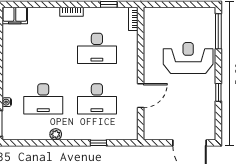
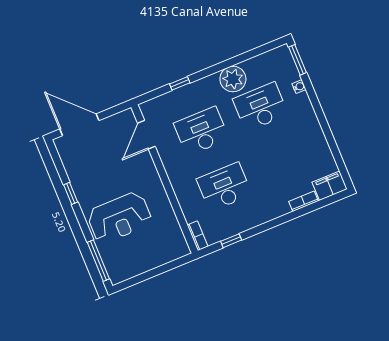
bookcase: (72, 12) -> (303, 201), moved
door: (141, 96) -> (146, 135), moved
plant: (56, 134) -> (233, 79), width x1.88, depth x1.88

